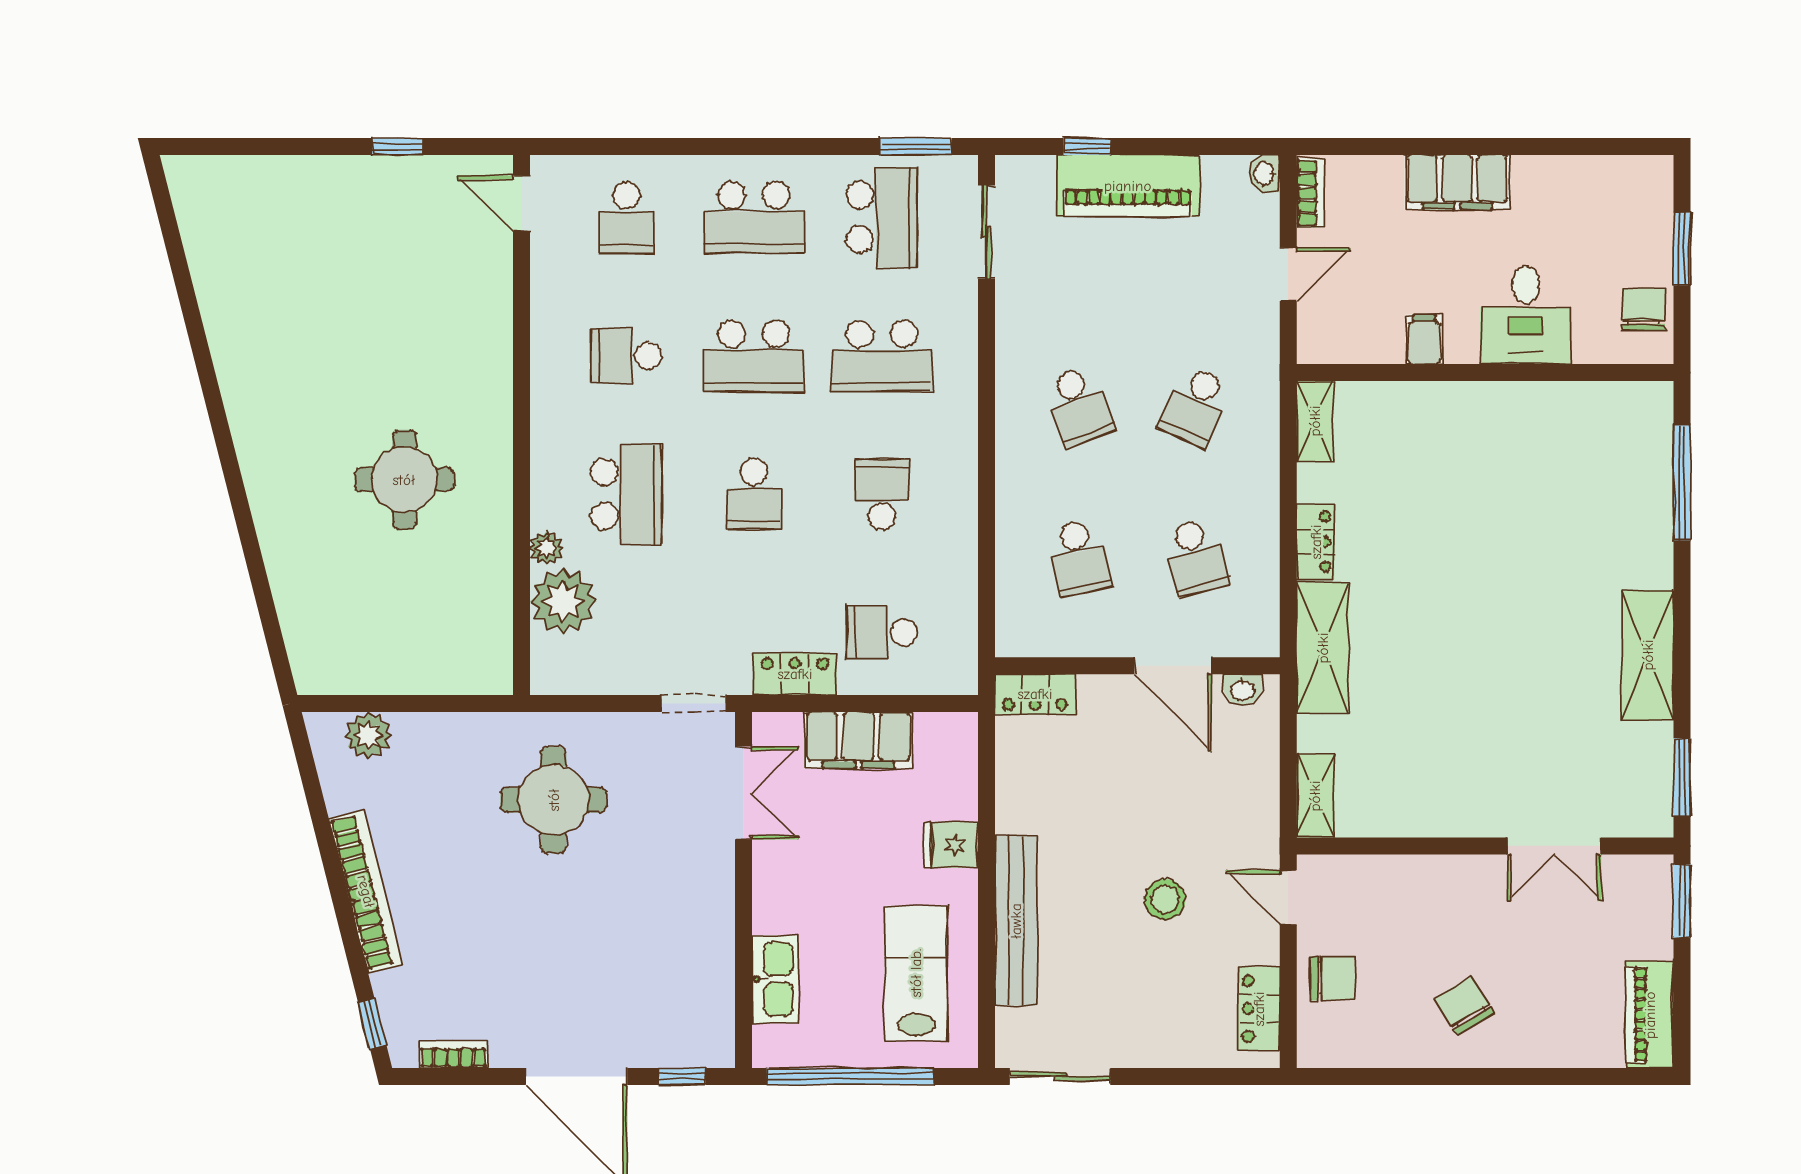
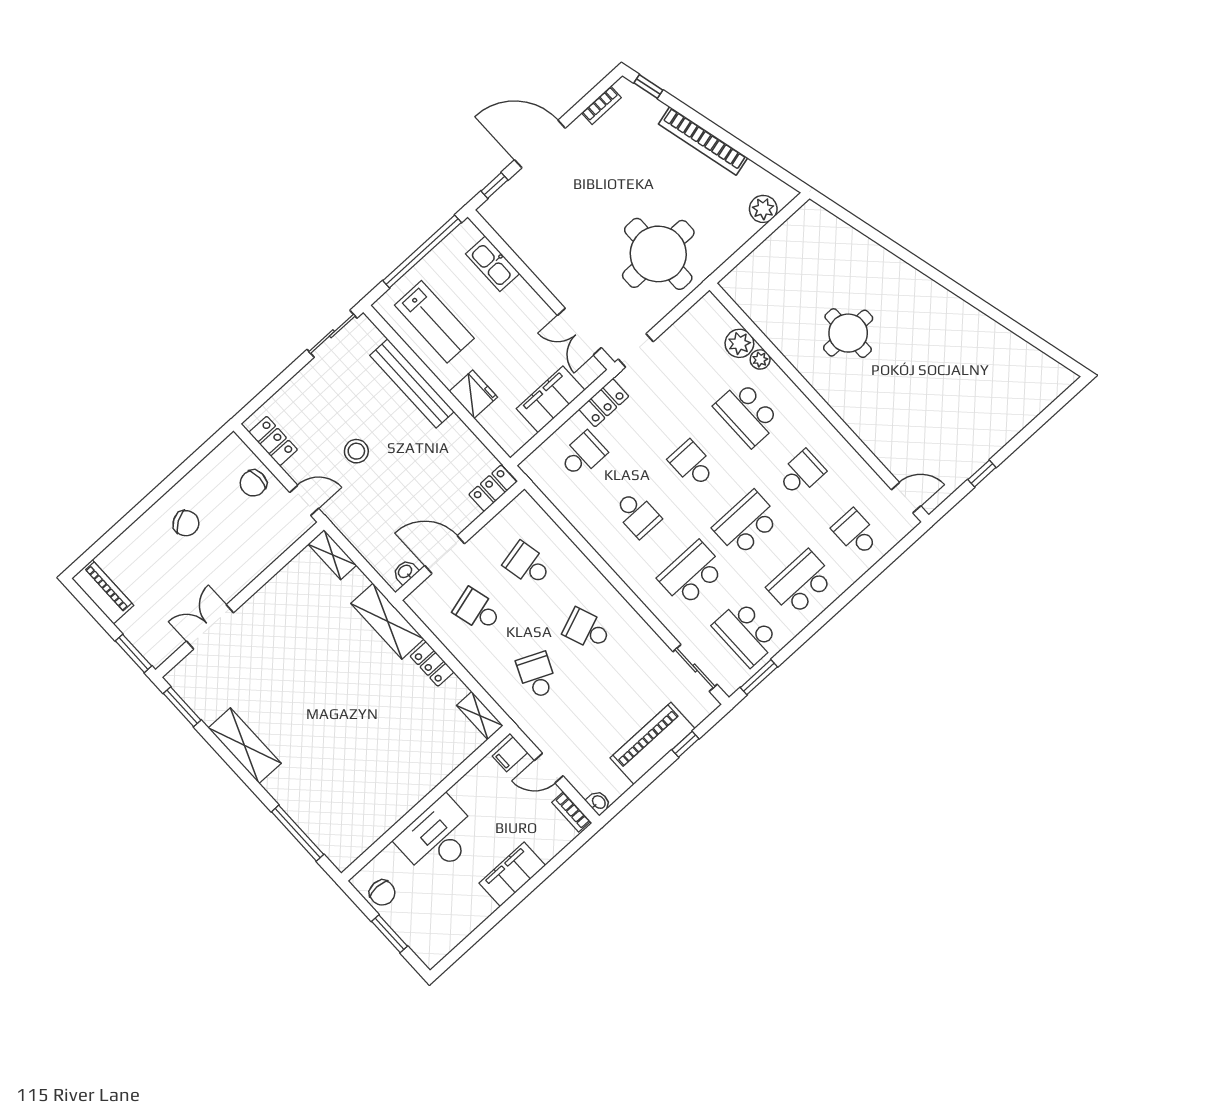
door: (1288, 274) -> (549, 768), hinge flipped
desk: (1526, 315) -> (438, 837), width x1.37
filing cabinet: (1424, 339) -> (510, 754), moved, turned 90
plant: (563, 601) -> (739, 343), width x0.73, depth x0.73
round table: (554, 800) -> (658, 254), width x1.36, depth x1.36
fridge: (951, 845) -> (473, 394), width x1.38

